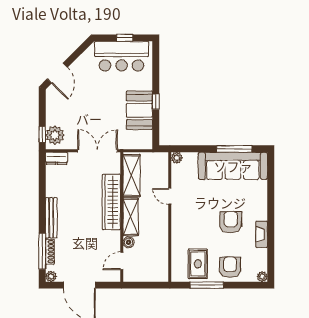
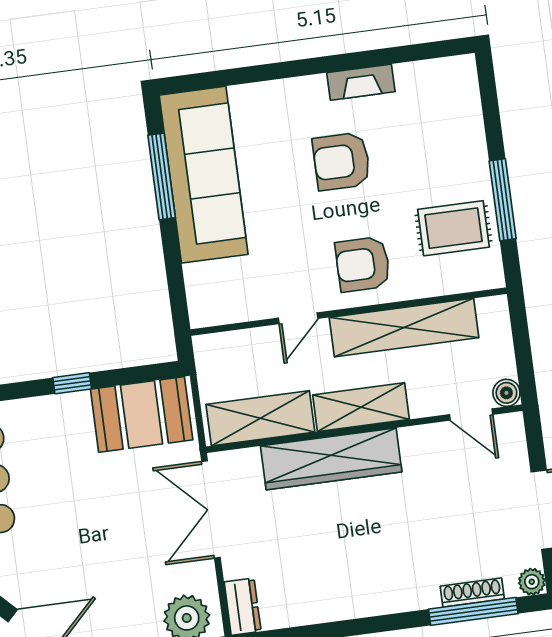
booth: (139, 110) -> (142, 414), moved
plant: (177, 158) -> (202, 314), removed
bench: (51, 218) -> (389, 600), removed
shelving: (160, 238) -> (404, 328), added
boiler: (129, 242) -> (506, 393), moved
armchair: (230, 267) -> (363, 264), moved
plant: (262, 277) -> (464, 67), removed

